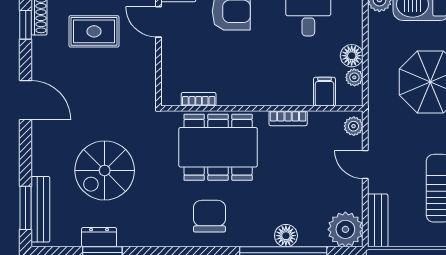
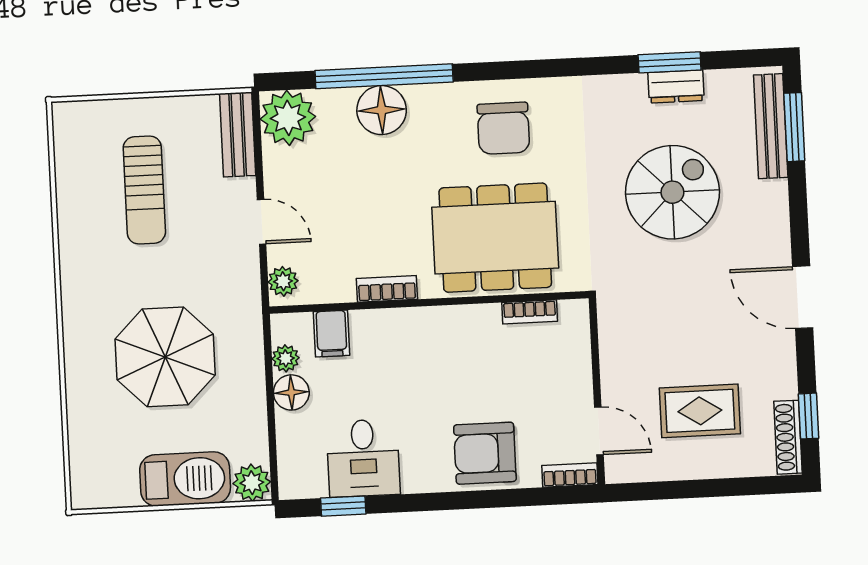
floor lamp: (286, 236) -> (382, 110), width x1.38, depth x1.38

